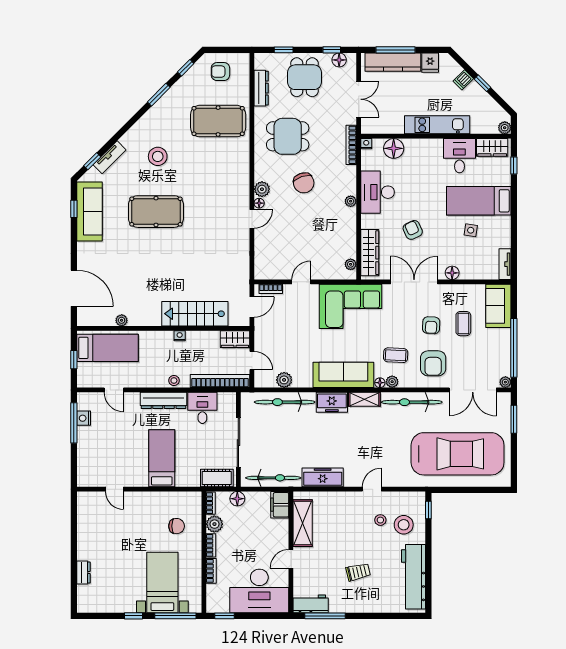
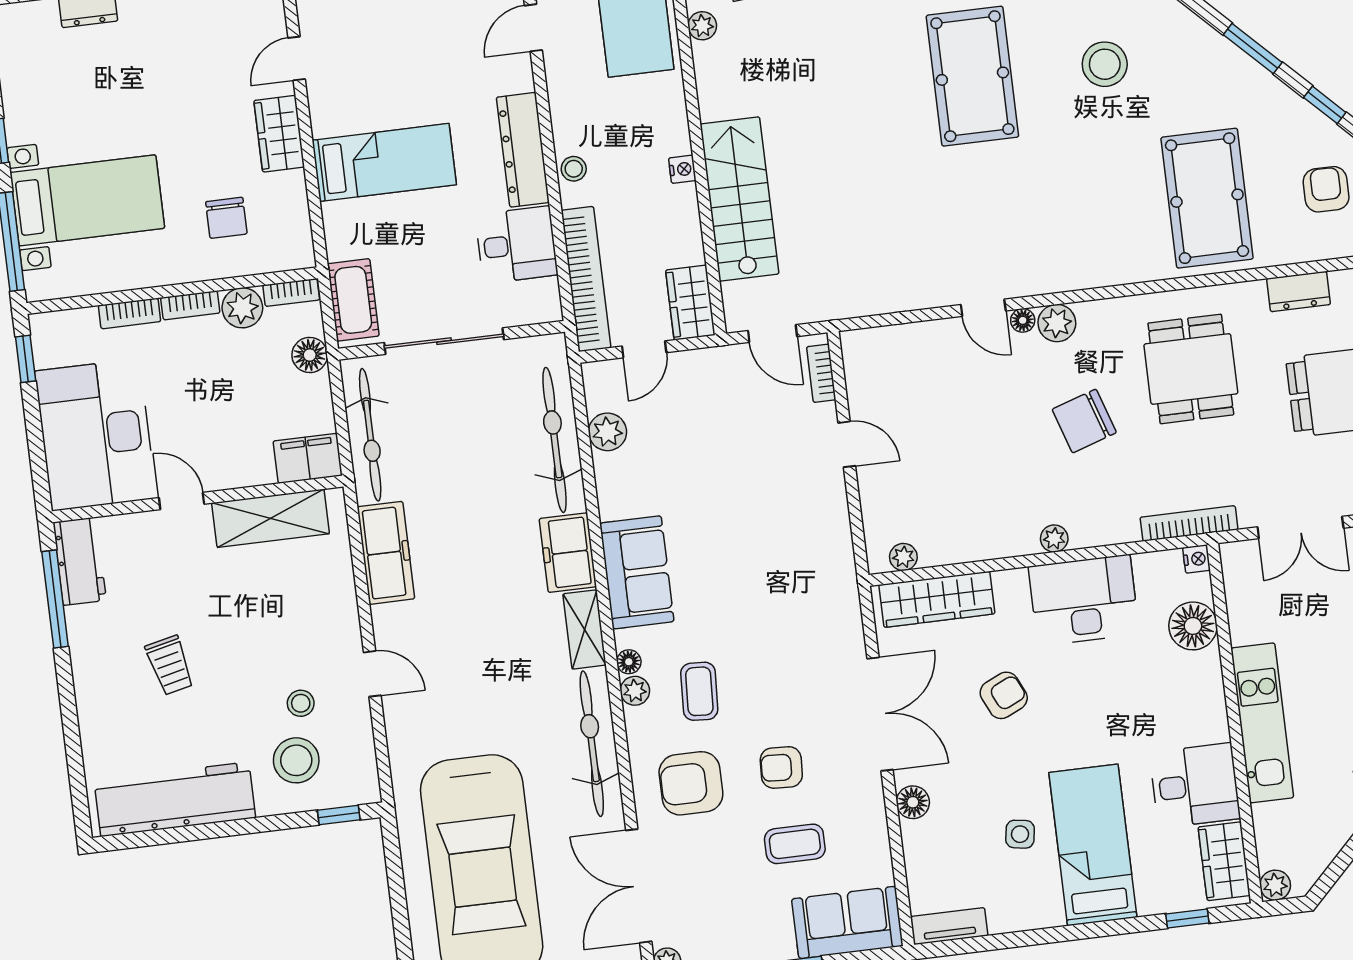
dresser: (261, 88) -> (1299, 292), width x0.70
corner sofa: (350, 306) -> (803, 569), removed
sofa: (343, 375) -> (637, 572), width x0.73
wardrobe: (145, 500) -> (279, 134), added

